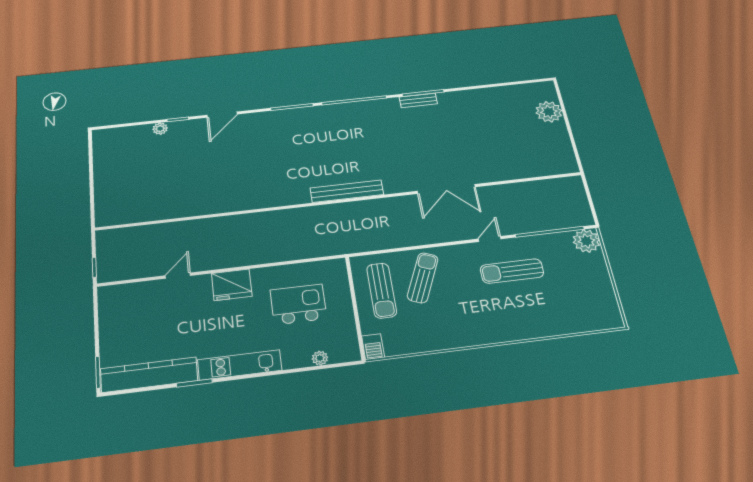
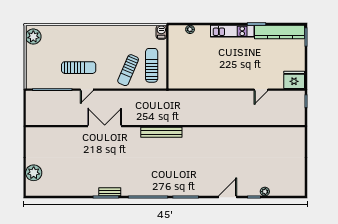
plant: (586, 241) -> (33, 37), moved
fridge: (232, 285) -> (294, 80), moved
kitchen island: (298, 304) -> (198, 63), removed

